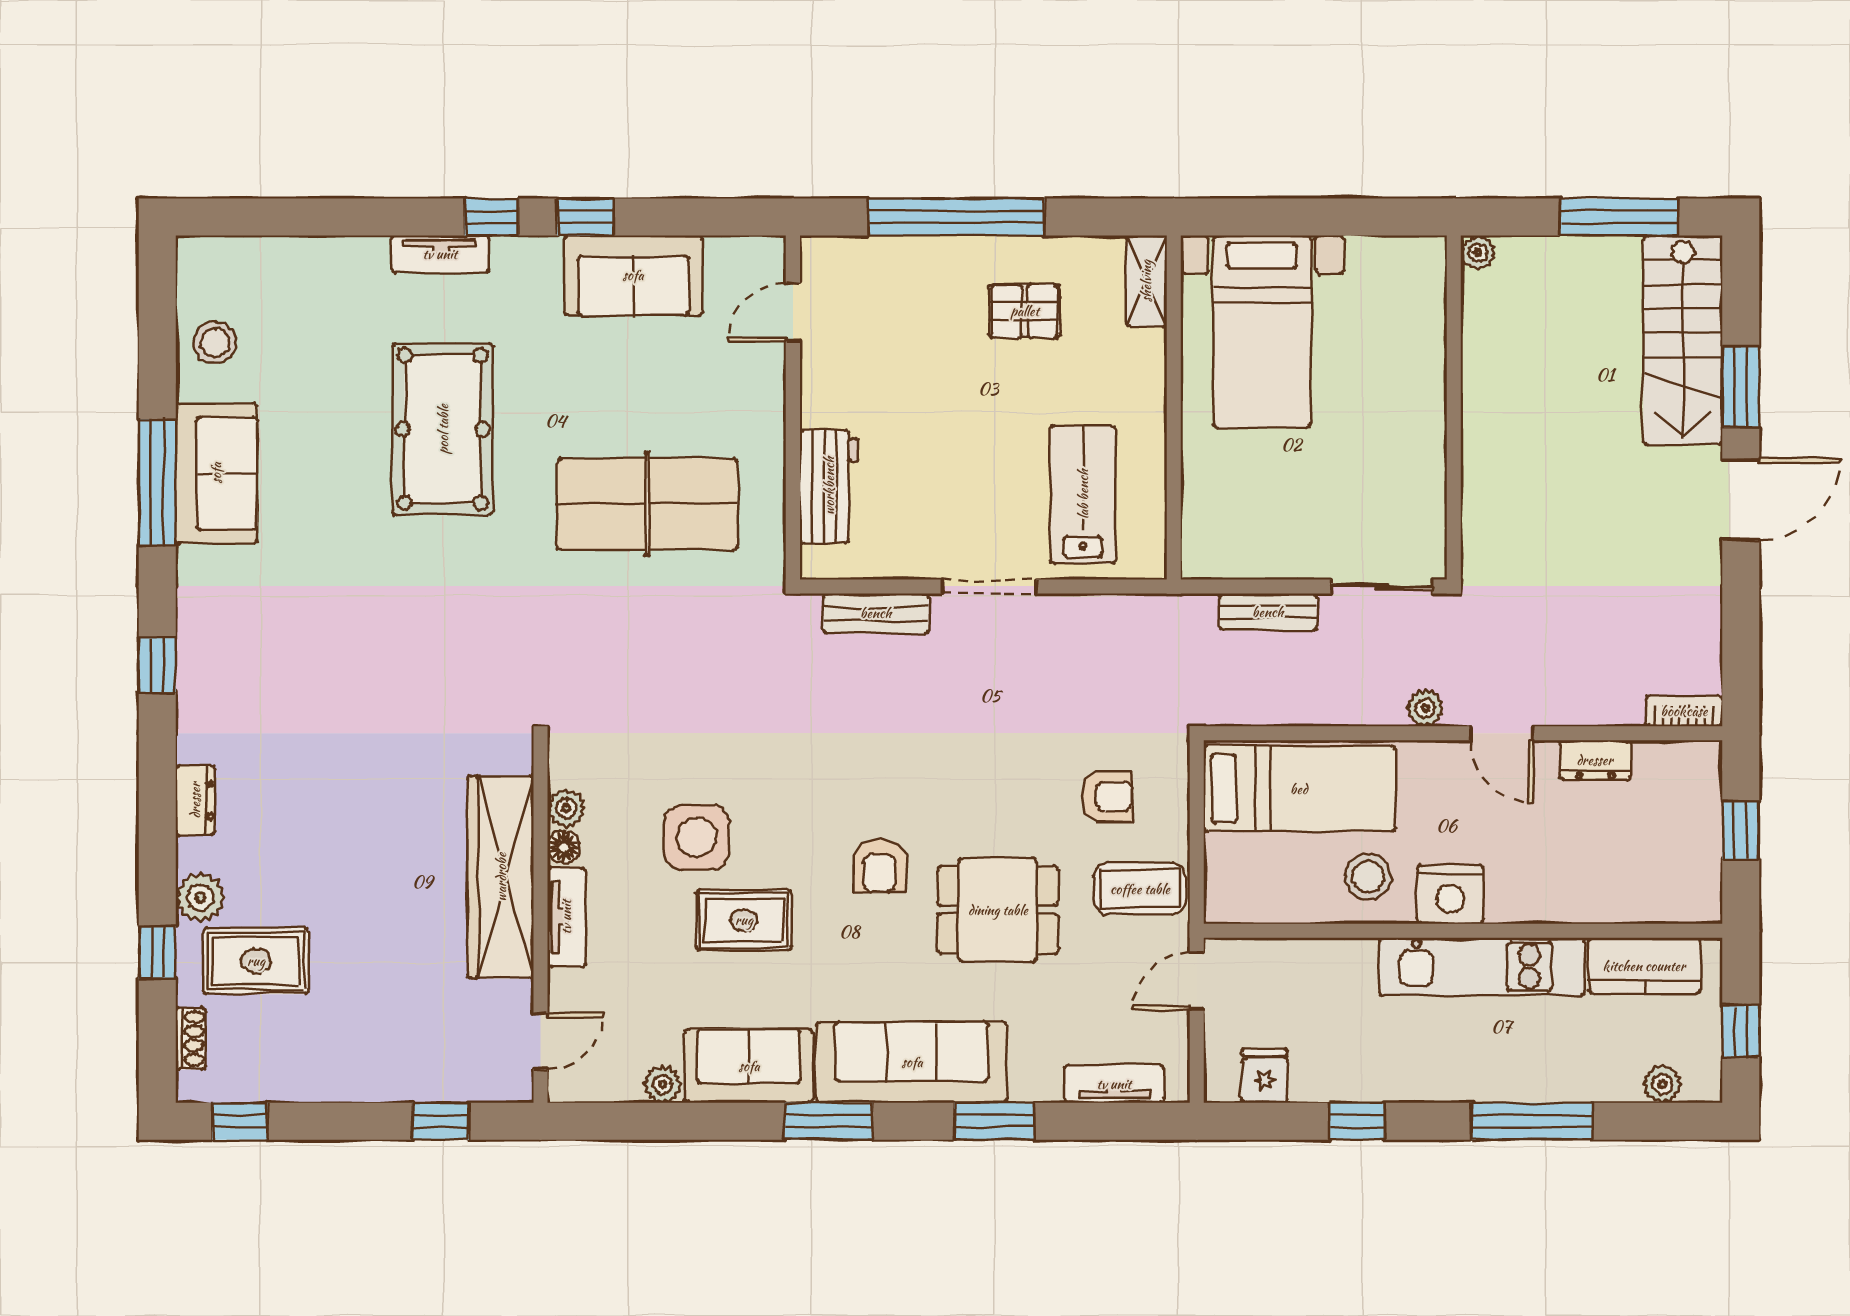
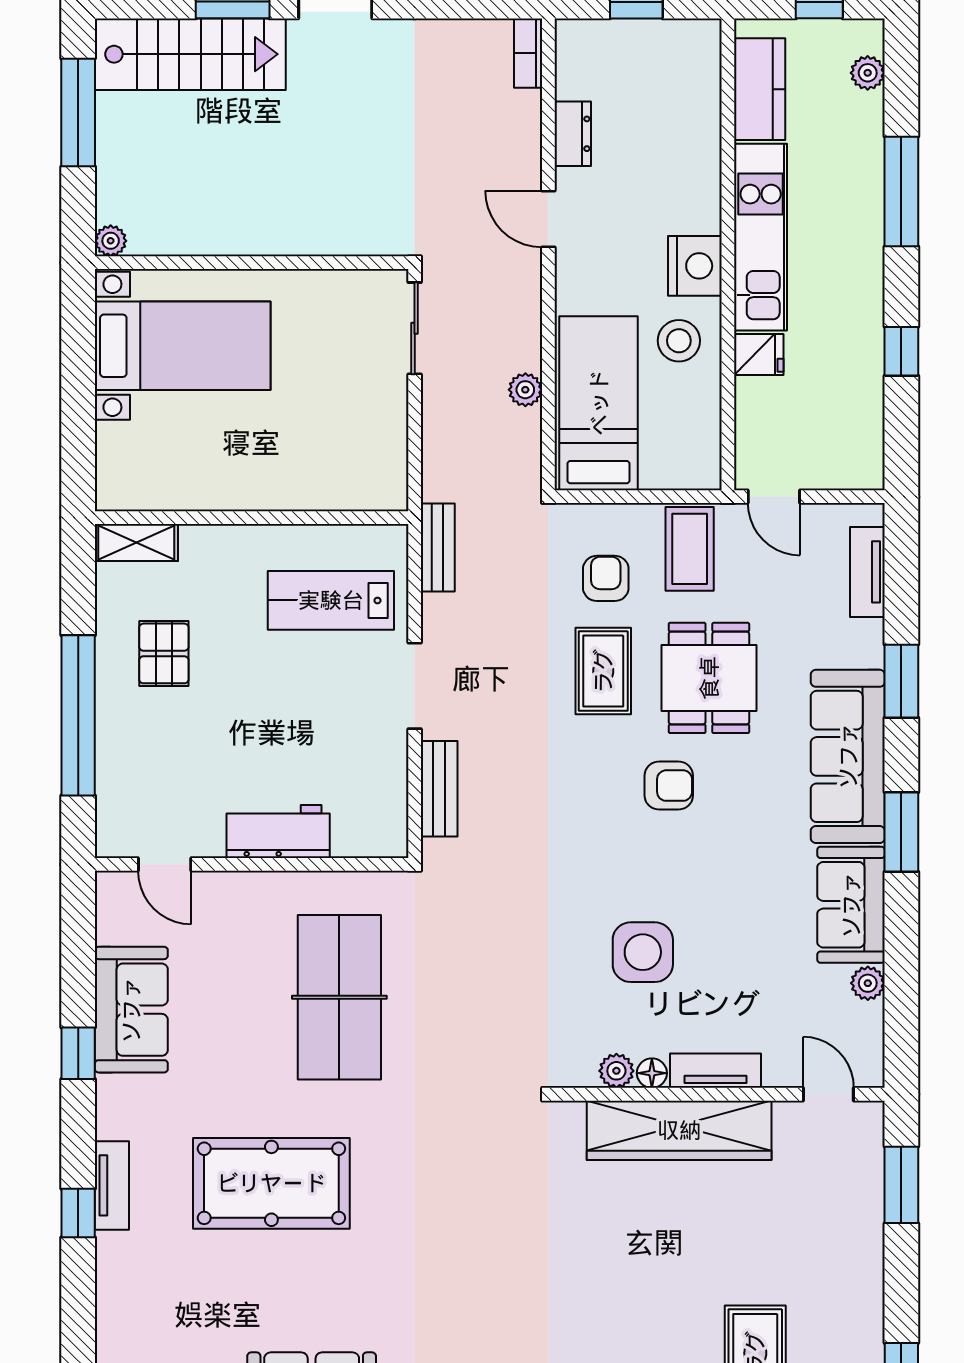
window: (492, 217) -> (78, 1213), moved
bed with nightstands: (1262, 332) -> (183, 346), moved
workbench: (829, 486) -> (278, 832), moved
bench: (1268, 612) -> (438, 548), moved
plant: (1425, 708) -> (525, 390), moved
door: (1502, 733) -> (548, 219), swing flipped
rug: (744, 920) -> (603, 671), moved
fridge: (1265, 1076) -> (759, 355), moved, turned 180
window: (441, 1121) -> (901, 1185), width x1.50

